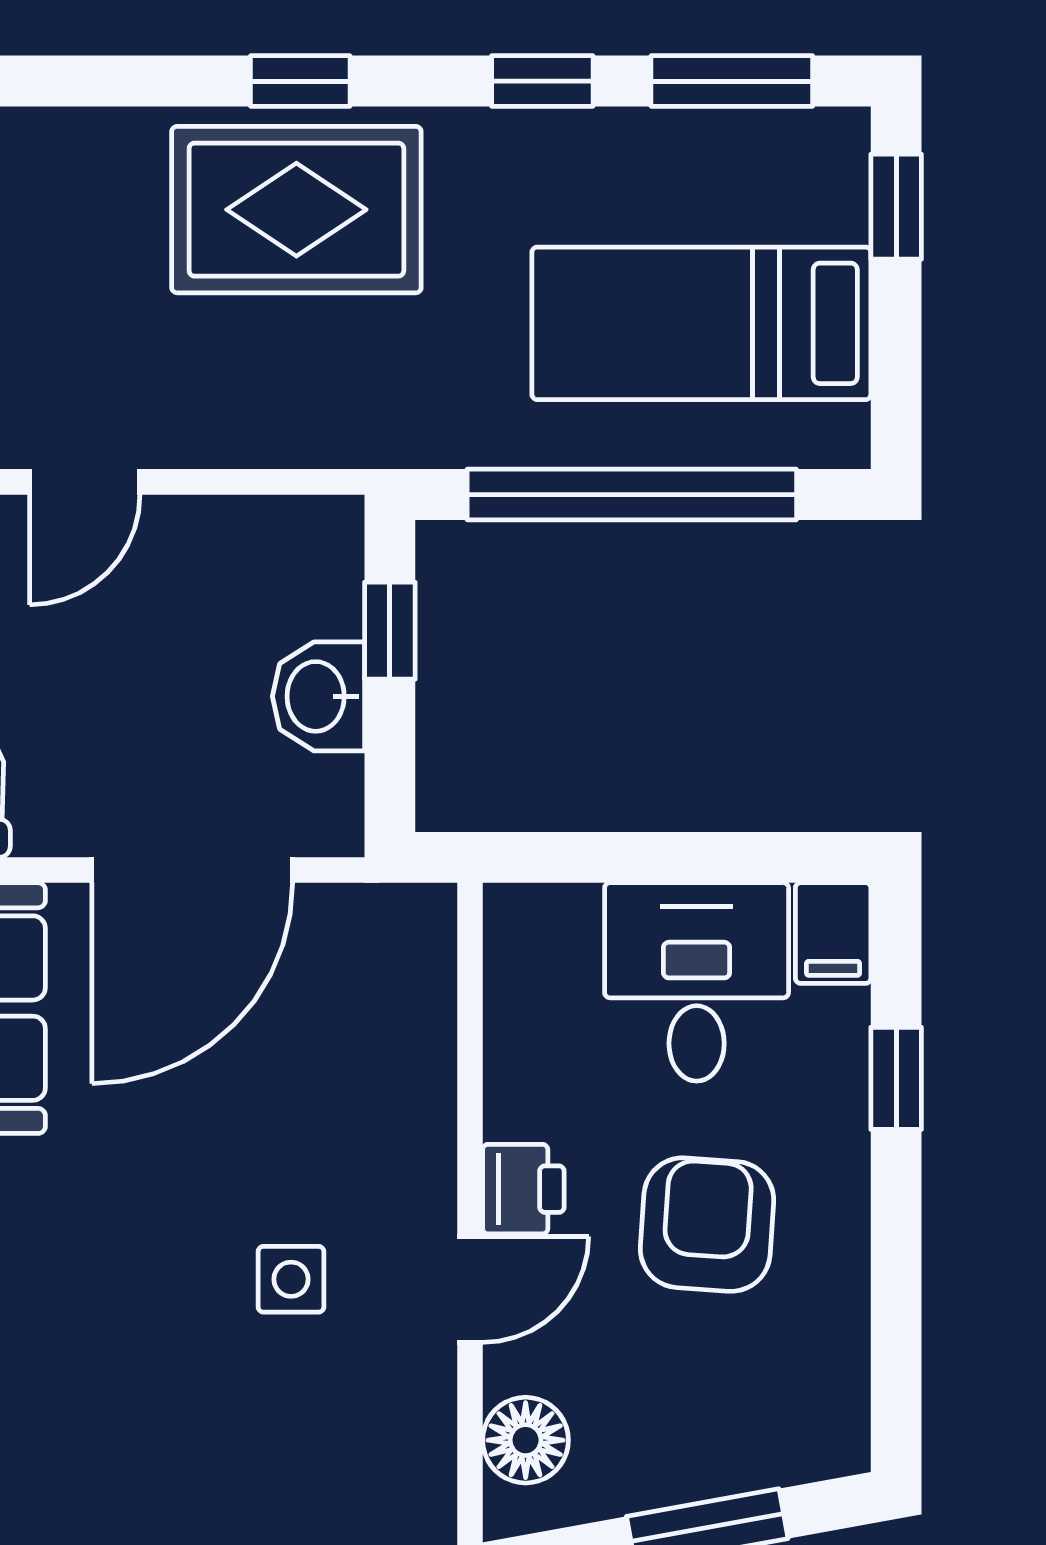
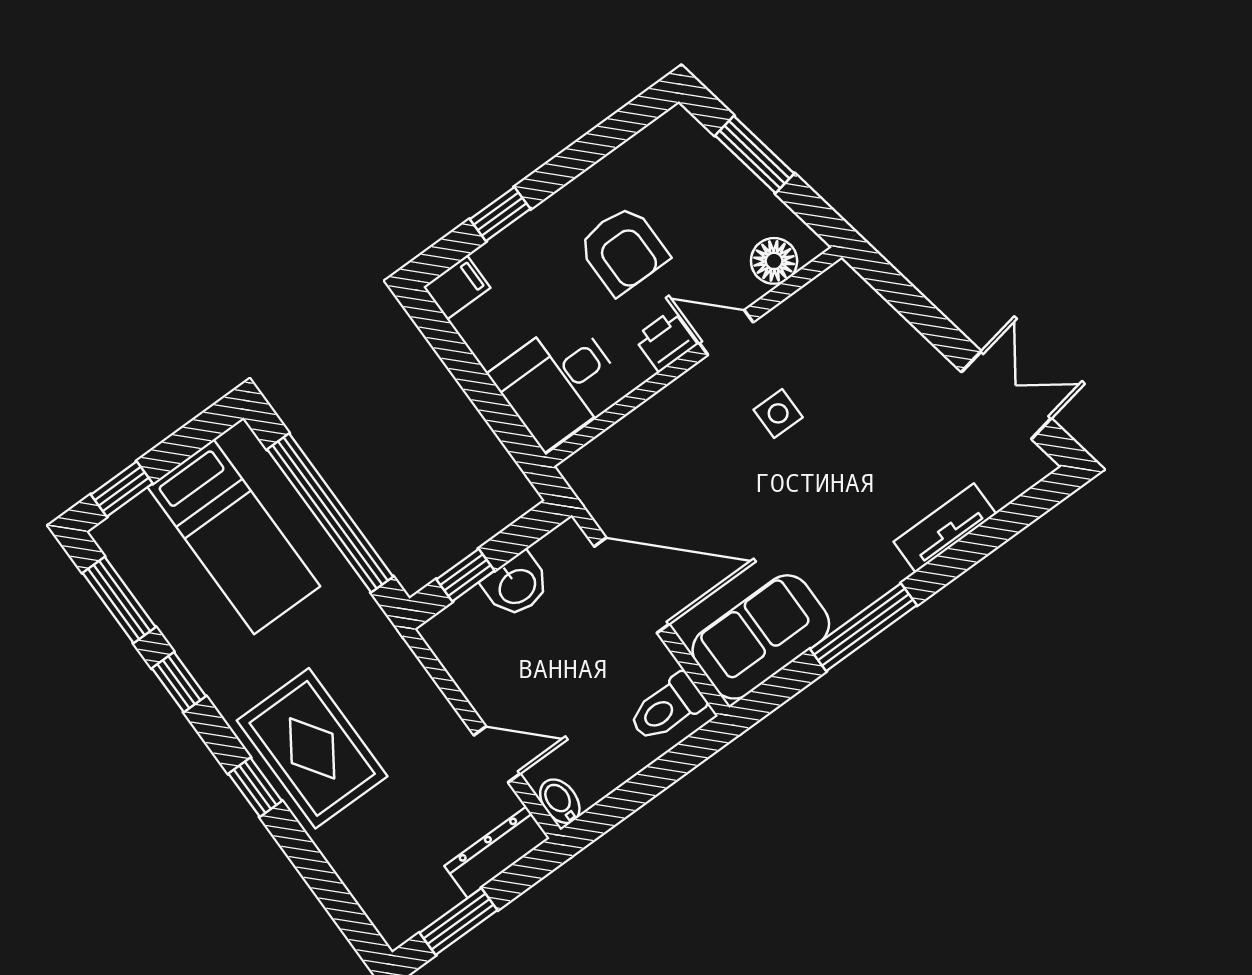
desk: (697, 982) -> (558, 382), moved
armchair: (707, 1225) -> (623, 250), turned -94

